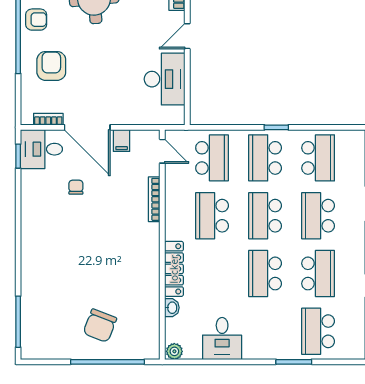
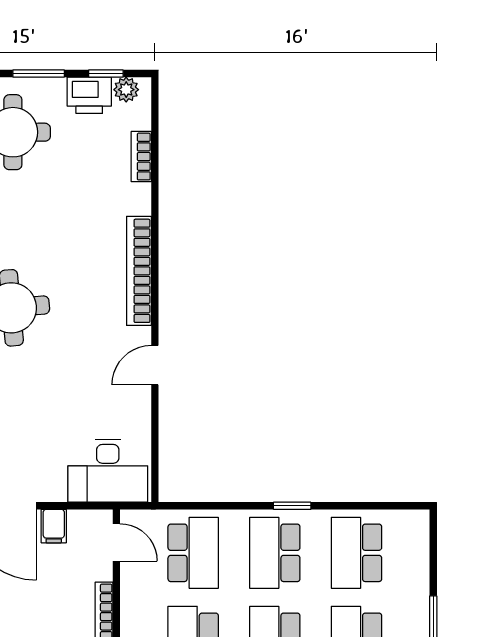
desk: (165, 79) -> (108, 471), moved, turned 90
school desk: (318, 158) -> (356, 553), turned 180

